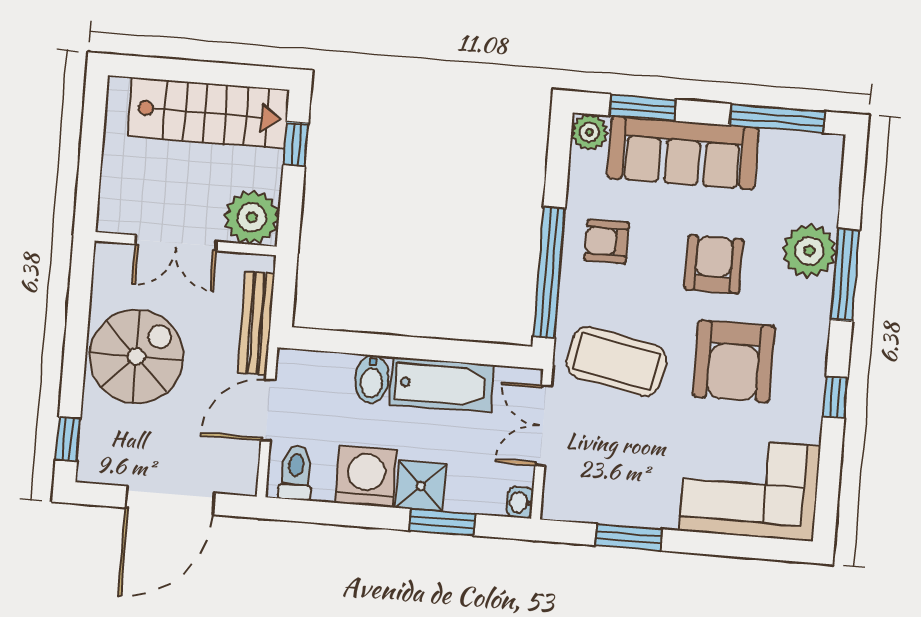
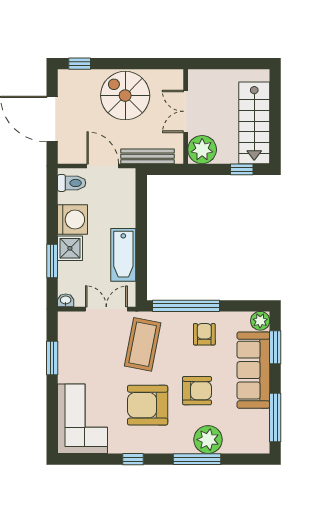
spiral stairs: (136, 357) -> (125, 96), turned 180
bidet: (372, 379) -> (123, 218), removed

